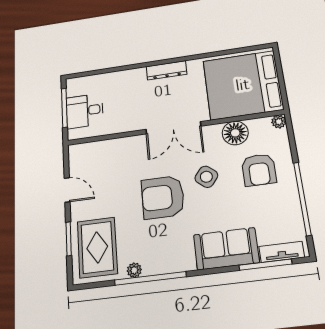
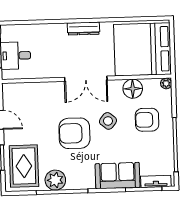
armchair: (259, 170) -> (147, 120), turned 90
plant: (134, 270) -> (55, 180), width x1.88, depth x1.88

